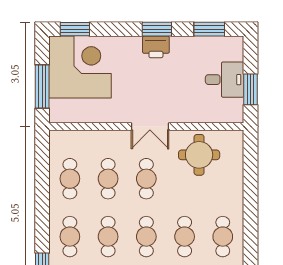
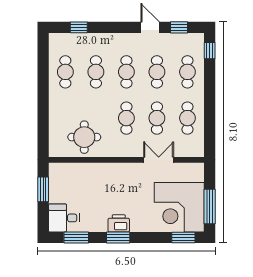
desk: (225, 80) -> (64, 218), moved
window: (42, 87) -> (210, 206), moved
double door: (150, 126) -> (159, 160), moved

